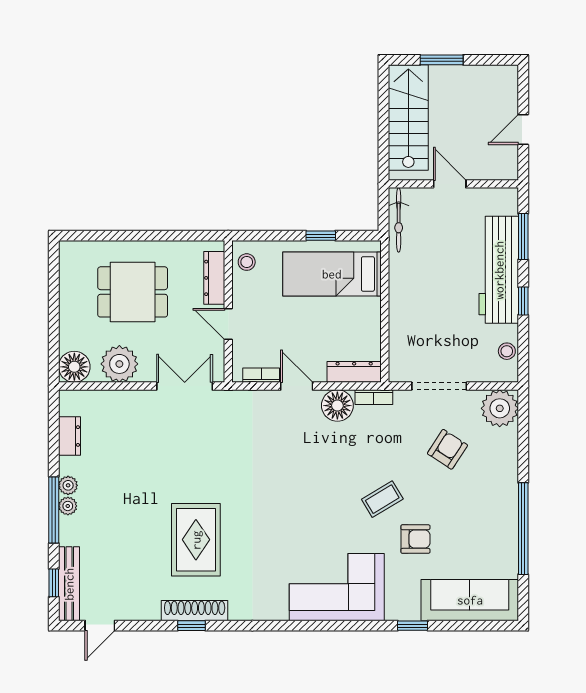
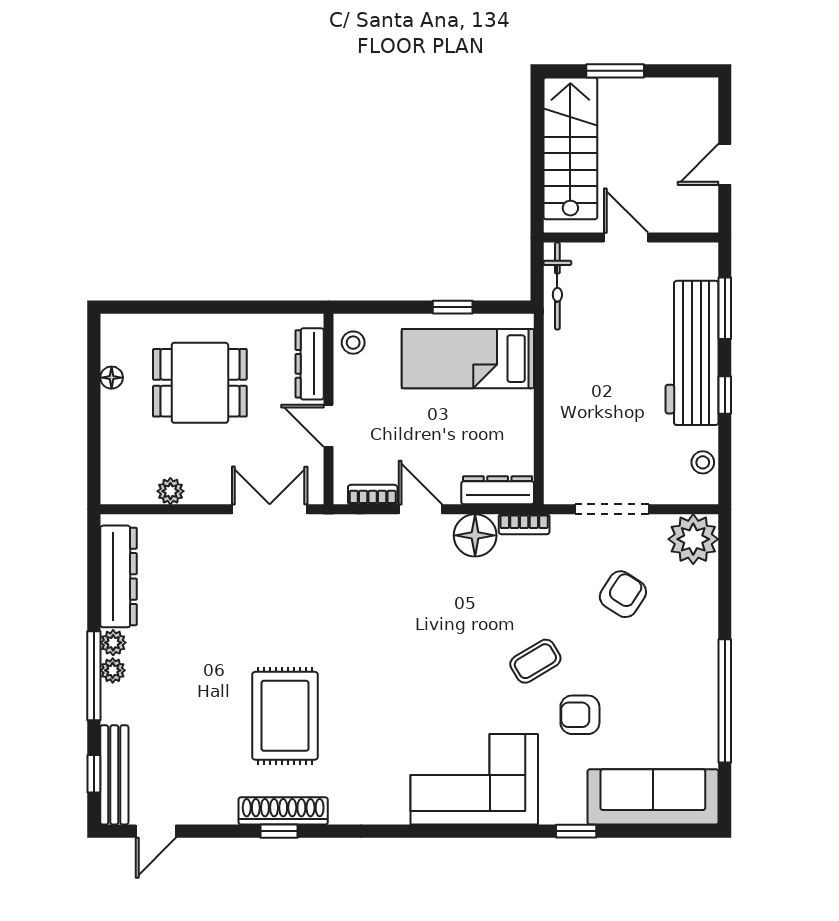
plant: (119, 364) -> (170, 491), width x0.53, depth x0.53
floor lamp: (74, 367) -> (112, 378), moved, width x0.53, depth x0.53
dresser: (69, 436) -> (119, 576), width x1.96, depth x1.24
armchair: (415, 539) -> (580, 715), turned 180

